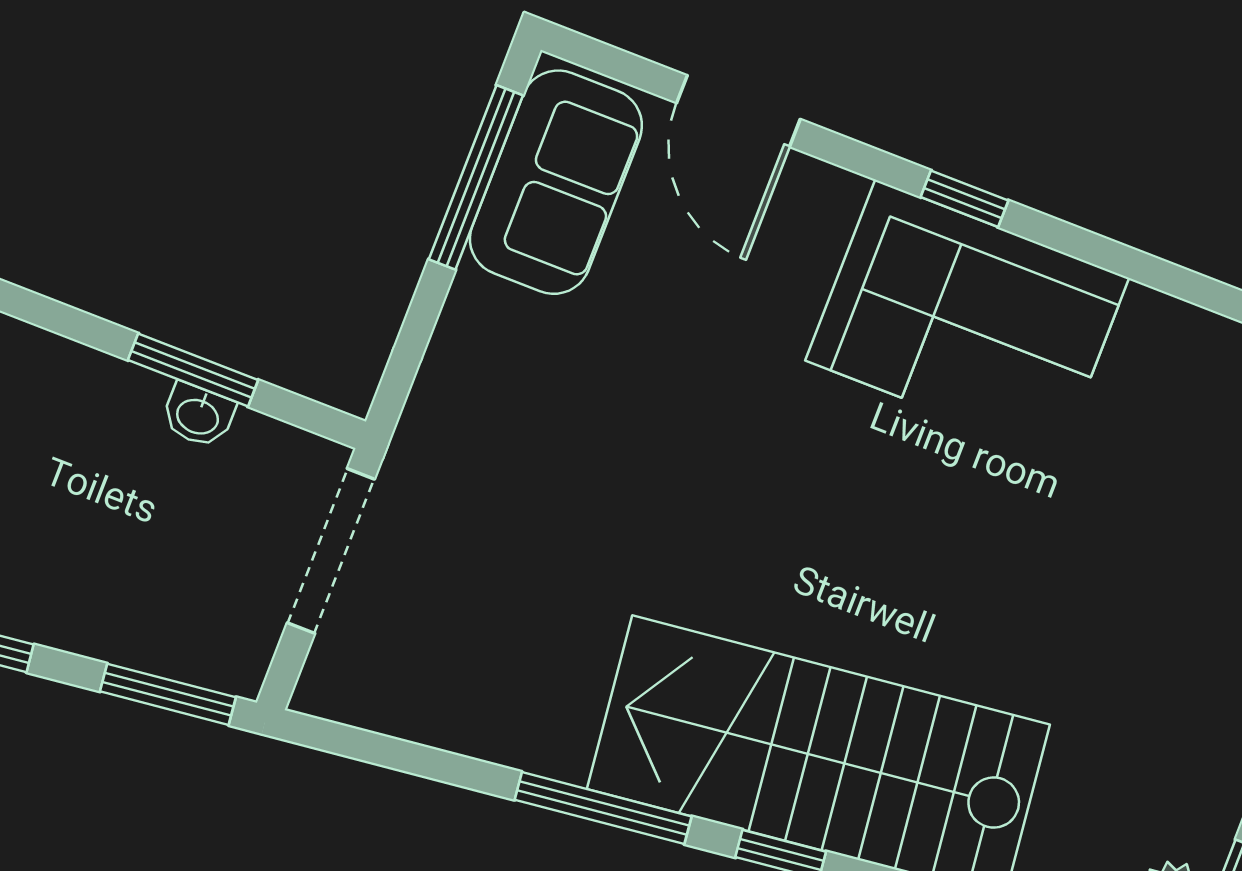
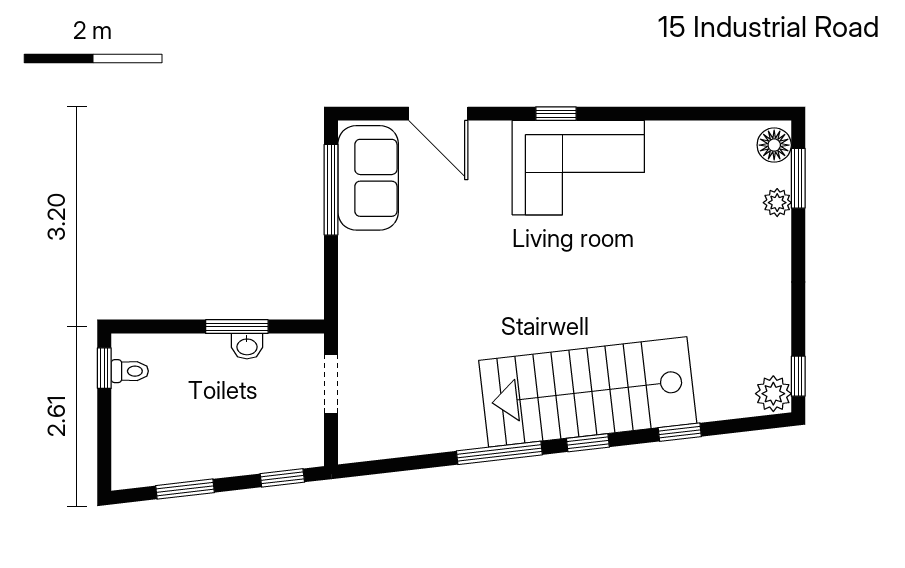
doorway: (331, 551) -> (331, 384), width x0.73
window: (168, 694) -> (282, 478), width x0.67

